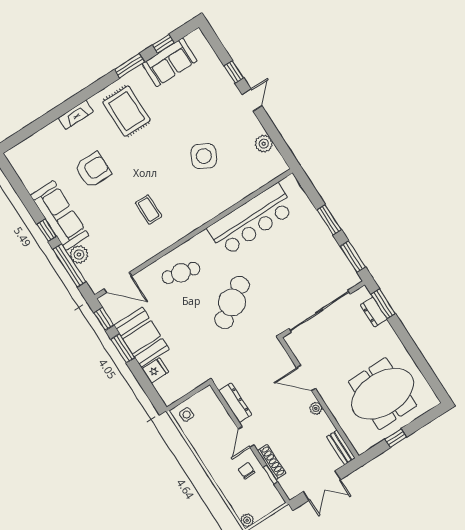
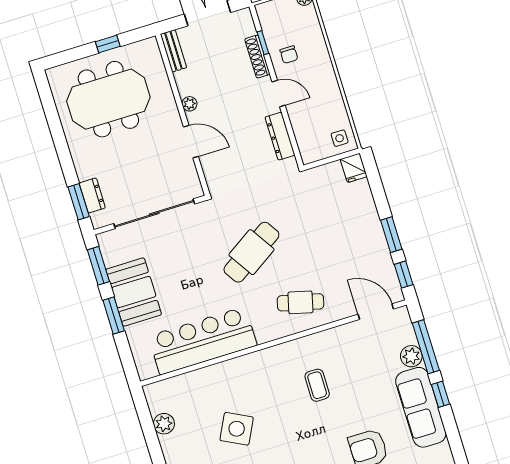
booth: (142, 337) -> (134, 292), moved
fridge: (155, 370) -> (354, 168), moved, turned -90
door: (246, 437) -> (279, 93), hinge flipped

